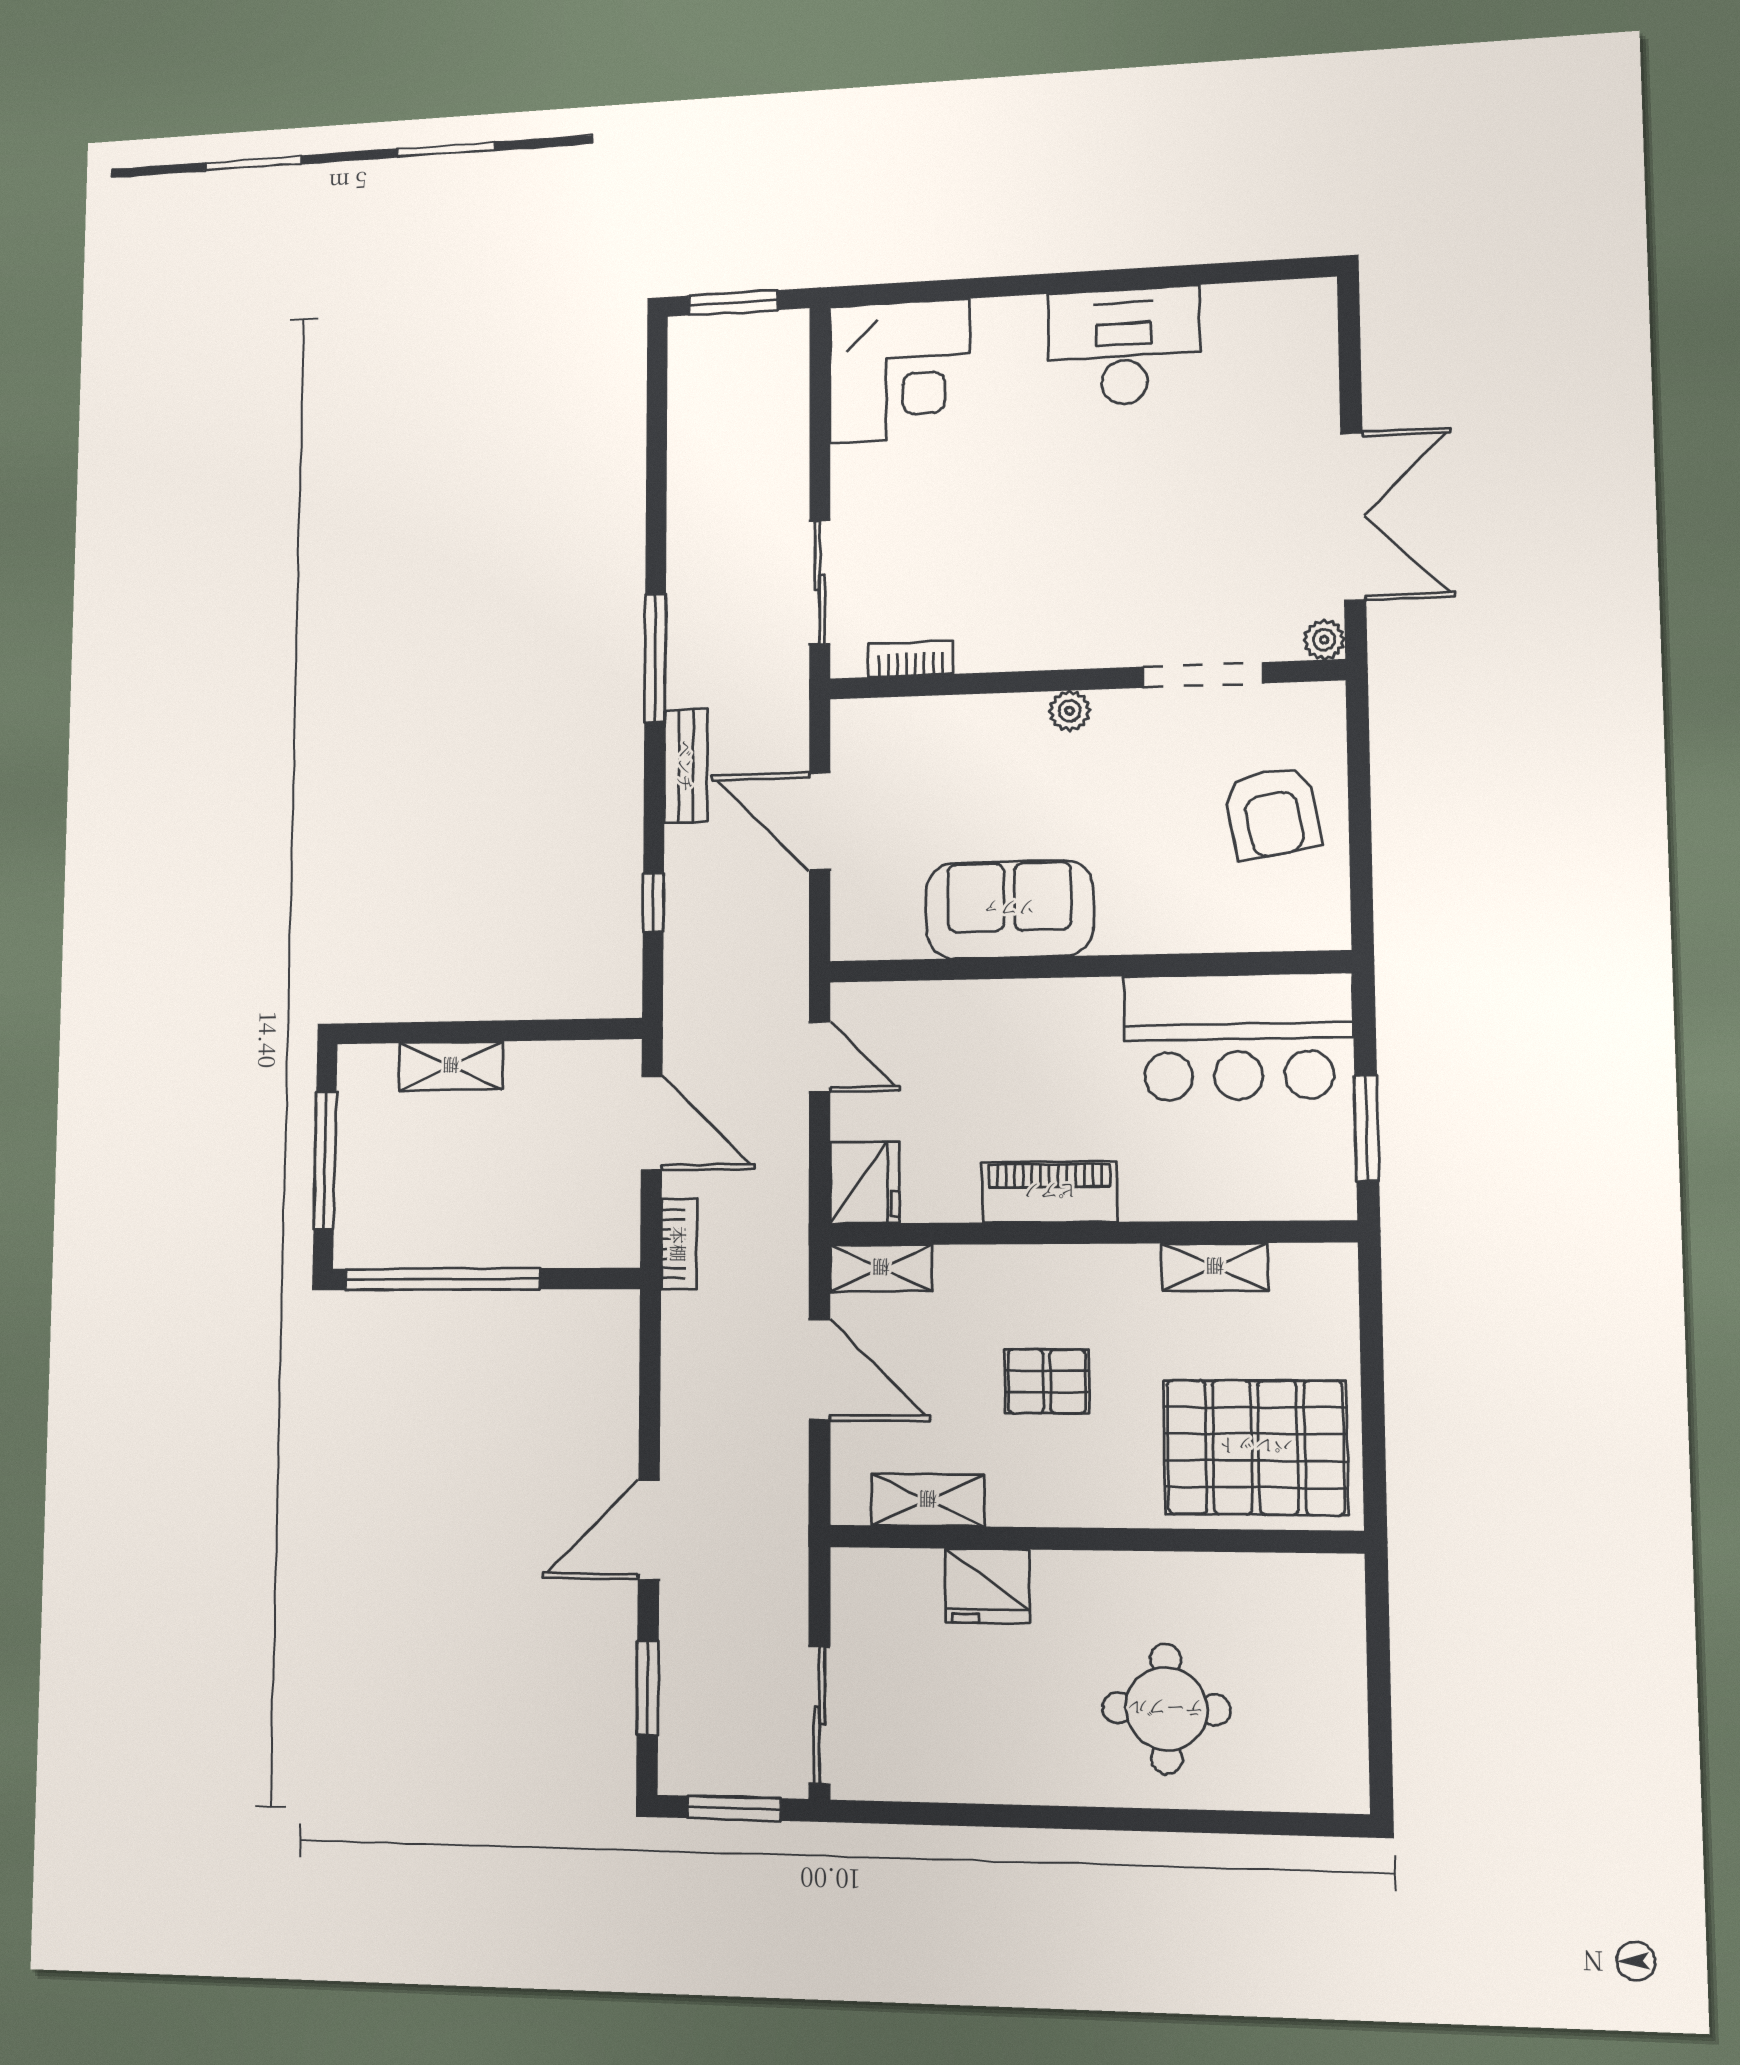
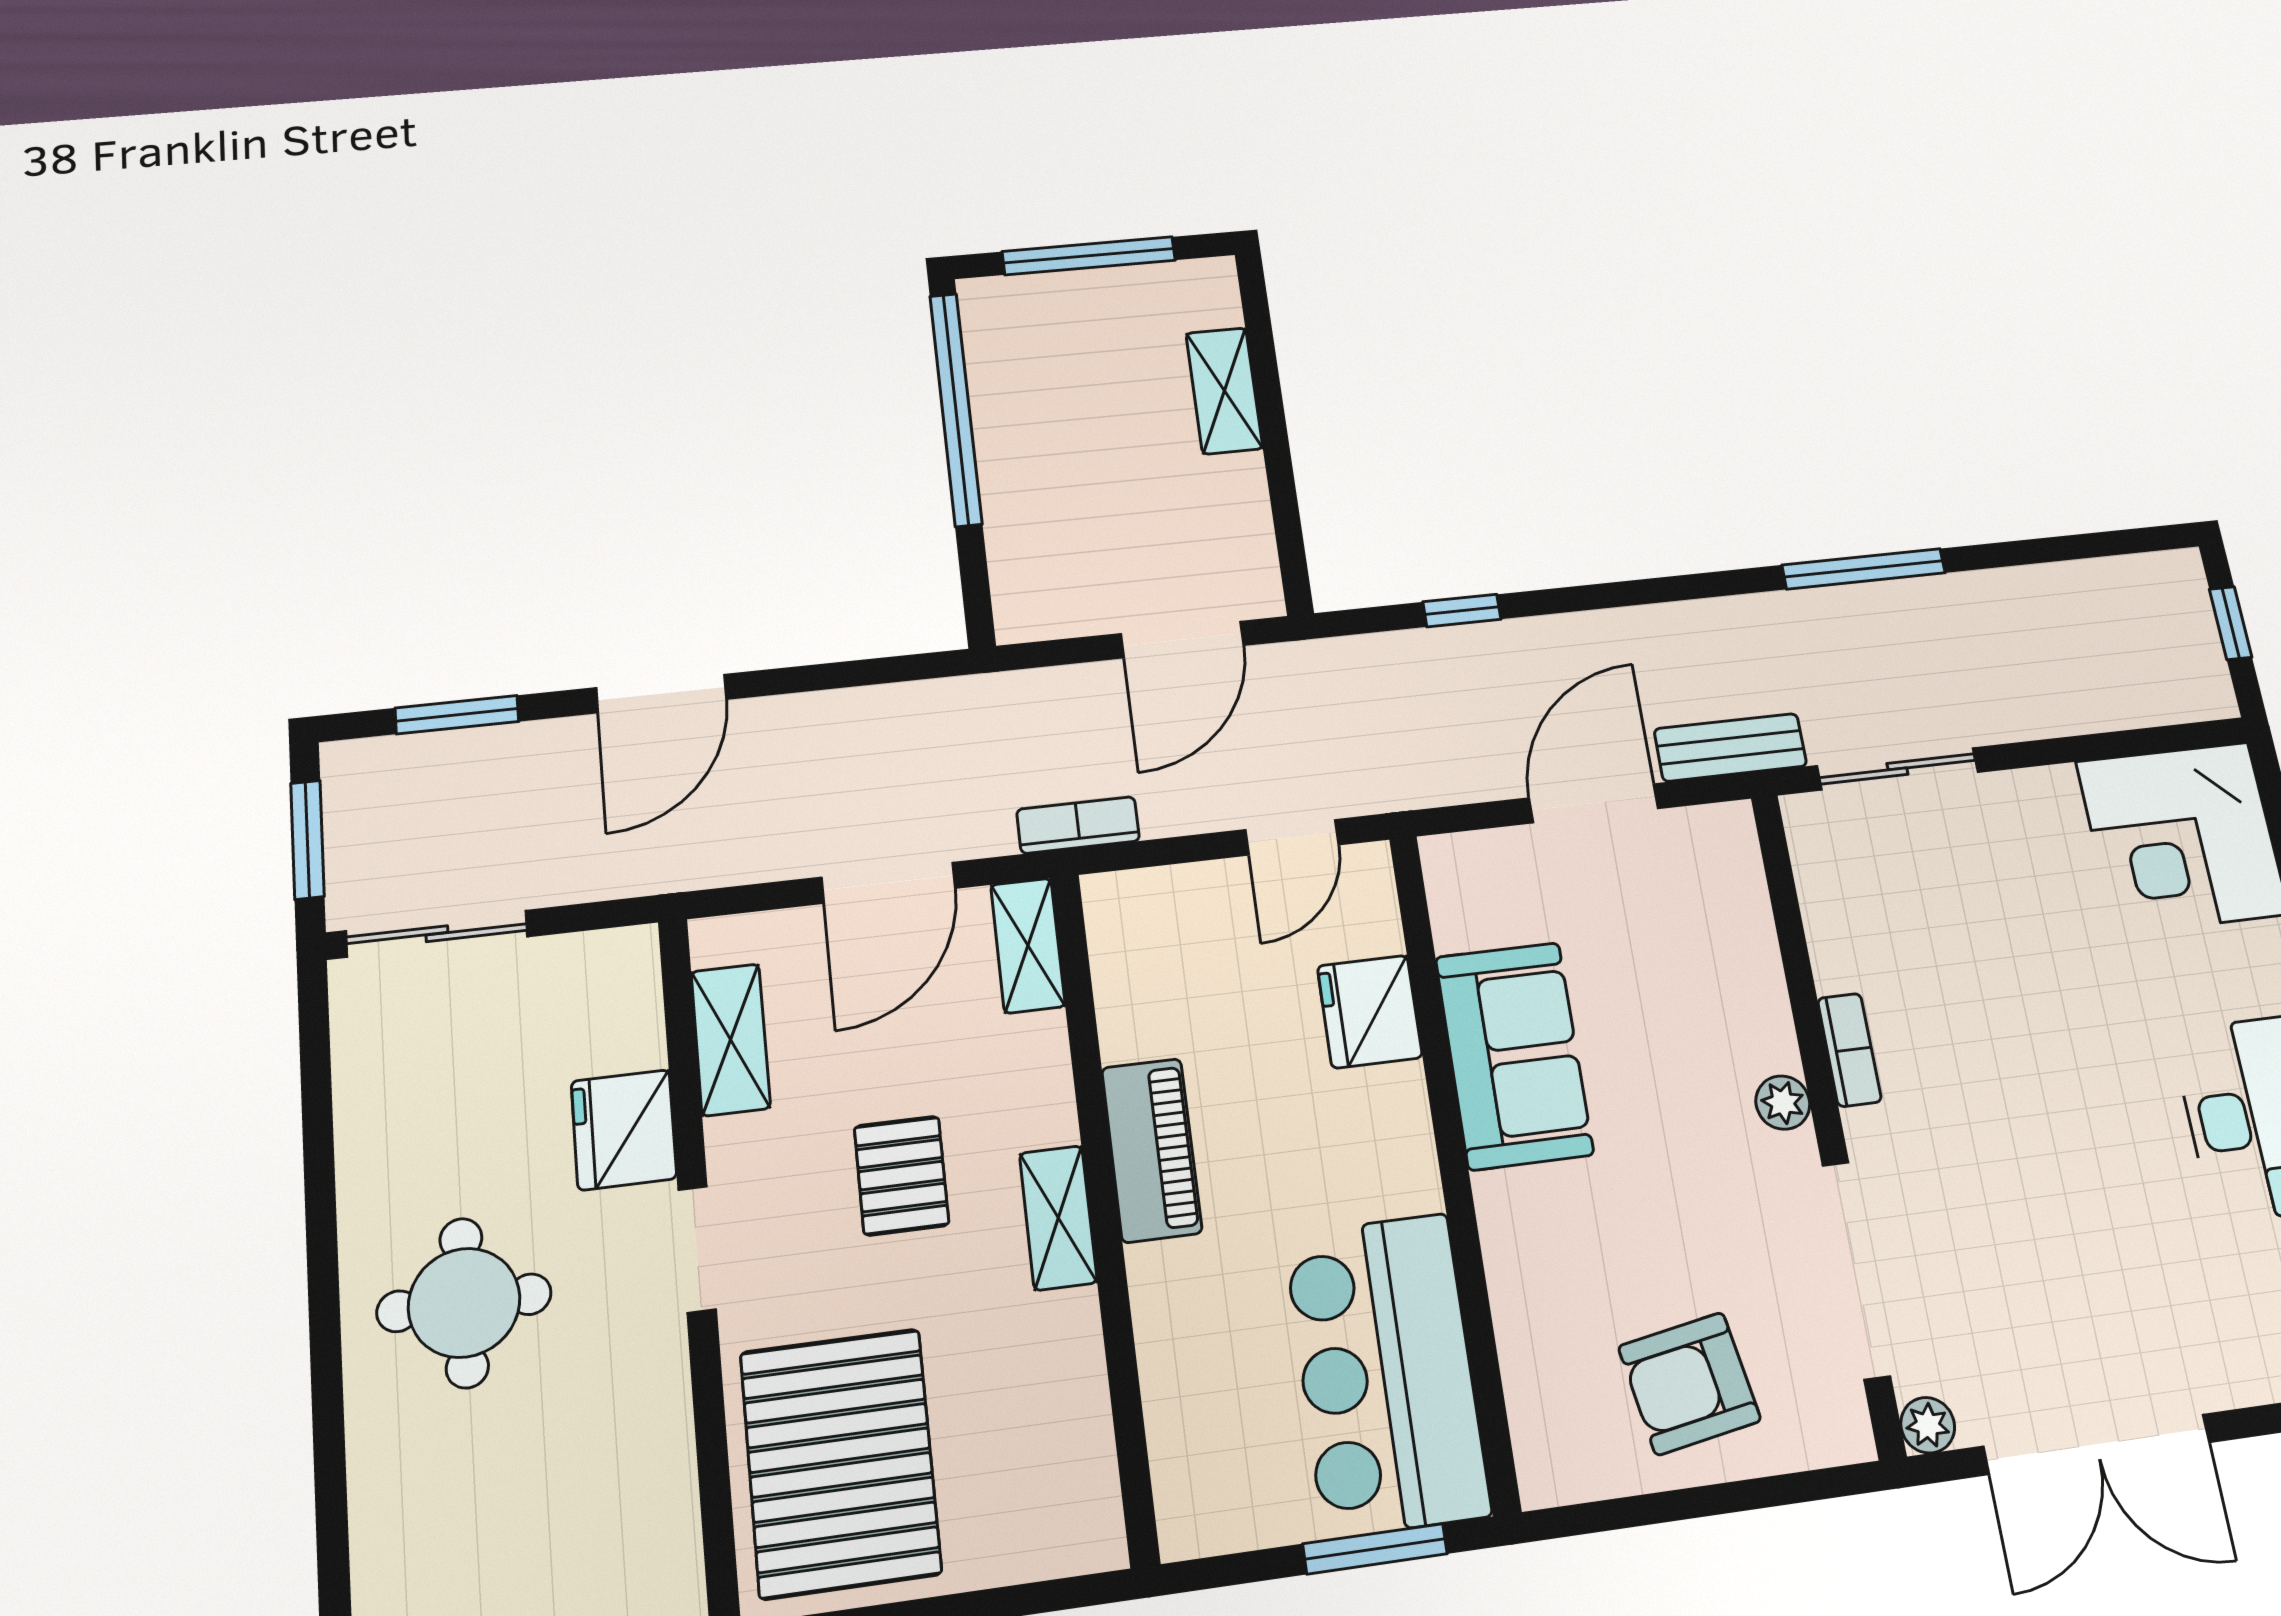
window: (733, 303) -> (2231, 623), width x0.67
window: (655, 658) -> (1864, 569), moved
bookcase: (911, 659) -> (1849, 1050), moved
doorway: (1203, 675) -> (1856, 1270), width x1.36
bench: (686, 766) -> (1730, 748), moved
window: (1367, 1128) -> (1375, 1549), moved
fridge: (865, 1183) -> (1370, 1012), moved, turned 90
bookcase: (679, 1244) -> (1078, 825), moved, turned 180
shelving: (1215, 1267) -> (1058, 1218), moved
door: (649, 1529) -> (661, 693), swing flipped
doorway: (1084, 1539) -> (697, 1249), added
round table: (1166, 1709) -> (464, 1303), moved

